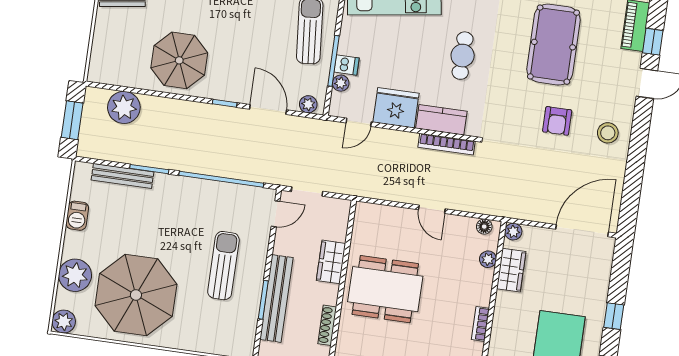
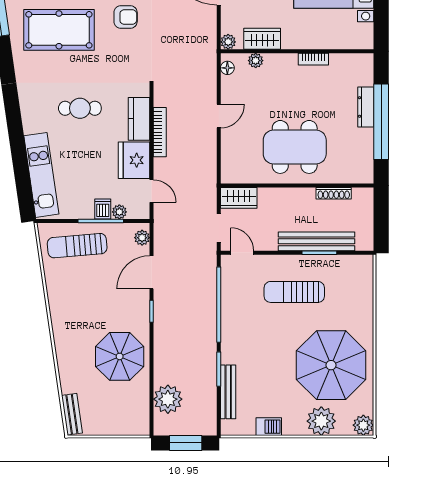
bookcase: (447, 144) -> (160, 132), moved
wardrobe: (331, 262) -> (239, 198), moved
dining table: (385, 289) -> (295, 147), turned 90

